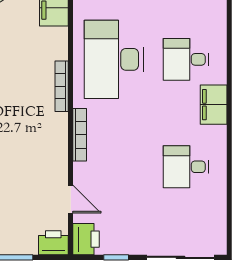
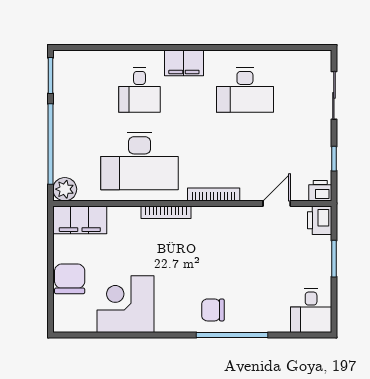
desk: (186, 167) -> (245, 90), width x1.37
printer: (86, 239) -> (320, 191), width x0.73, depth x0.81
sliding door: (181, 257) -> (334, 95), width x0.73

